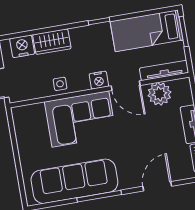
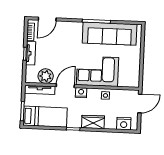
wardrobe: (52, 42) -> (93, 122), moved
door: (126, 86) -> (65, 86), hinge flipped
door: (157, 186) -> (47, 19), moved

